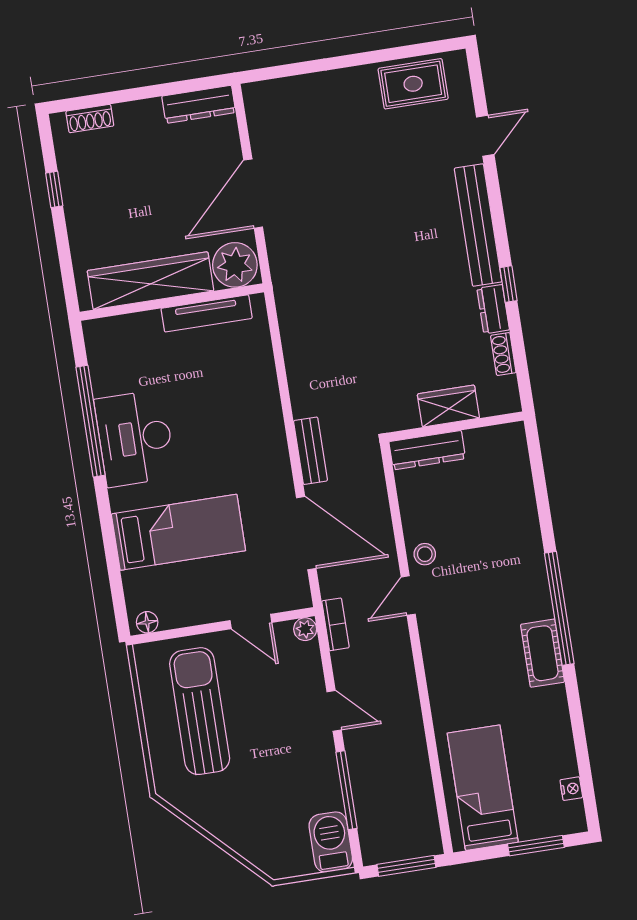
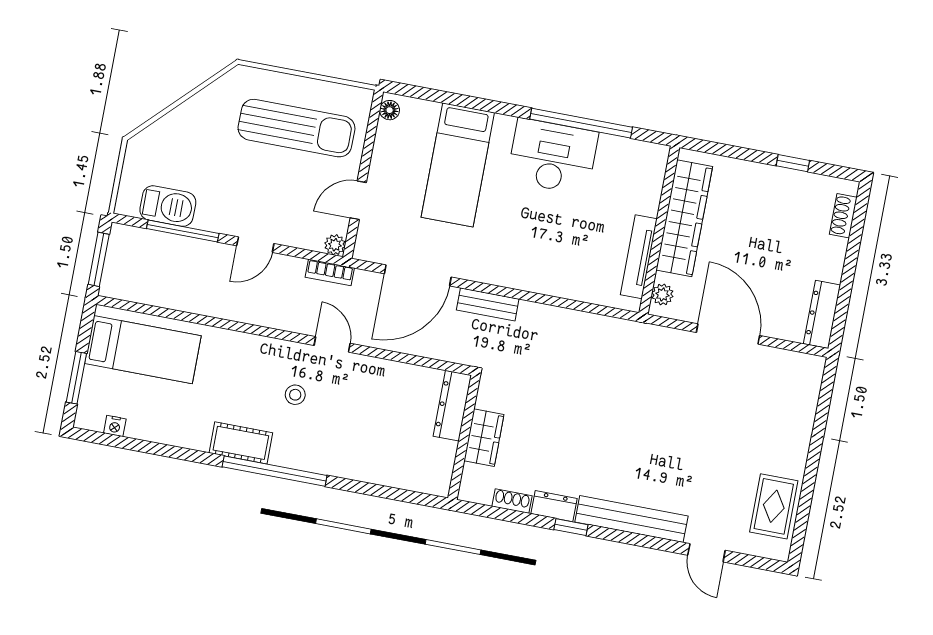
plant: (235, 265) -> (662, 294), width x0.53, depth x0.53
stool: (425, 554) -> (295, 395), moved
barbecue: (331, 842) -> (168, 206), moved

